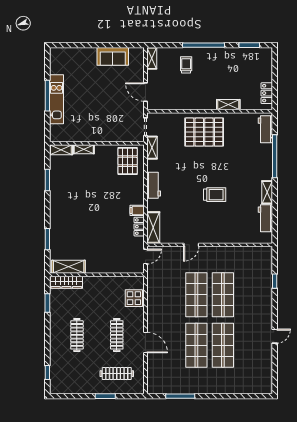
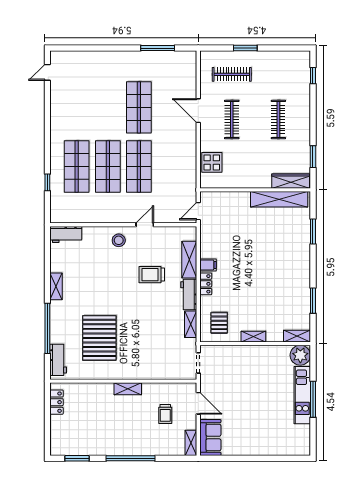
sofa: (113, 56) -> (210, 438), moved, turned 90
trolley: (186, 65) -> (165, 414), moved
shelving: (228, 105) -> (128, 389), moved
pallet: (204, 132) -> (99, 338), moved, turned 90
plant: (58, 133) -> (300, 355), added
shelving: (152, 148) -> (191, 324), moved
shelving: (84, 149) -> (253, 337), moved
pallet: (128, 161) -> (219, 323), width x0.67, depth x0.71
trolley: (215, 195) -> (152, 275), moved
workbench: (265, 218) -> (66, 234), moved, turned 90
locker: (139, 227) -> (206, 284), moved
shelving: (153, 228) -> (189, 260), moved
stool: (214, 232) -> (119, 240), added
shelving: (69, 267) -> (279, 199), width x1.47
door: (275, 336) -> (47, 72), moved
shop shelf: (223, 345) -> (77, 167), moved

